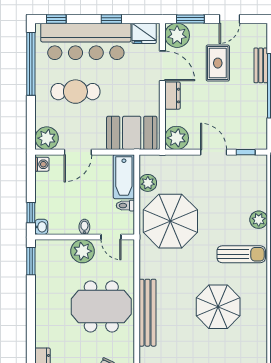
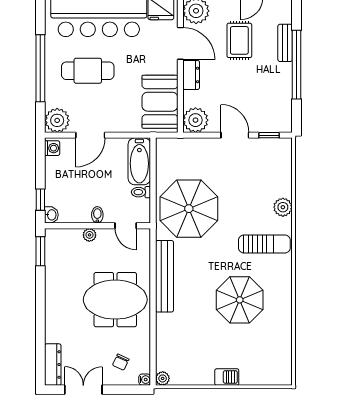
window: (31, 64) -> (40, 68), moved
booth: (132, 133) -> (160, 102), moved, turned 90
plant: (148, 183) -> (165, 168), removed
plant: (83, 251) -> (89, 235), width x0.53, depth x0.53
bench: (148, 313) -> (165, 276), moved

